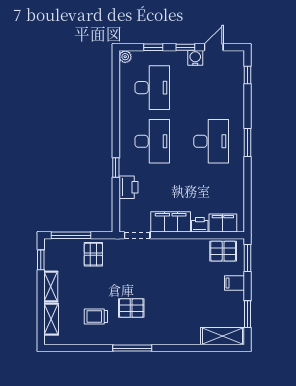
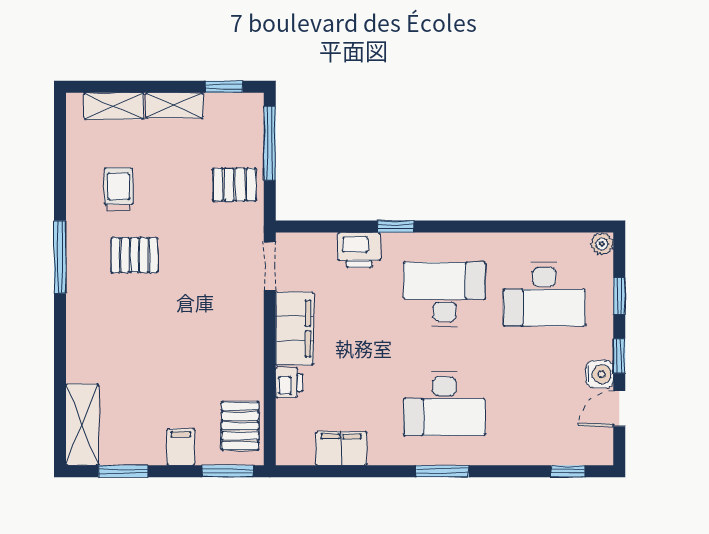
door: (214, 47) -> (619, 409), swing flipped
desk: (152, 141) -> (444, 294), turned 180
filing cabinet: (223, 223) -> (341, 448), moved, turned -90
pallet: (131, 308) -> (134, 255), turned 90

